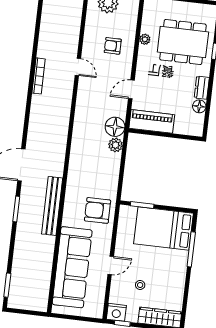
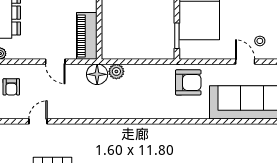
bench: (52, 206) -> (189, 131), removed
armchair: (98, 210) -> (188, 82), turned -90
stool: (140, 285) -> (260, 41), moved

